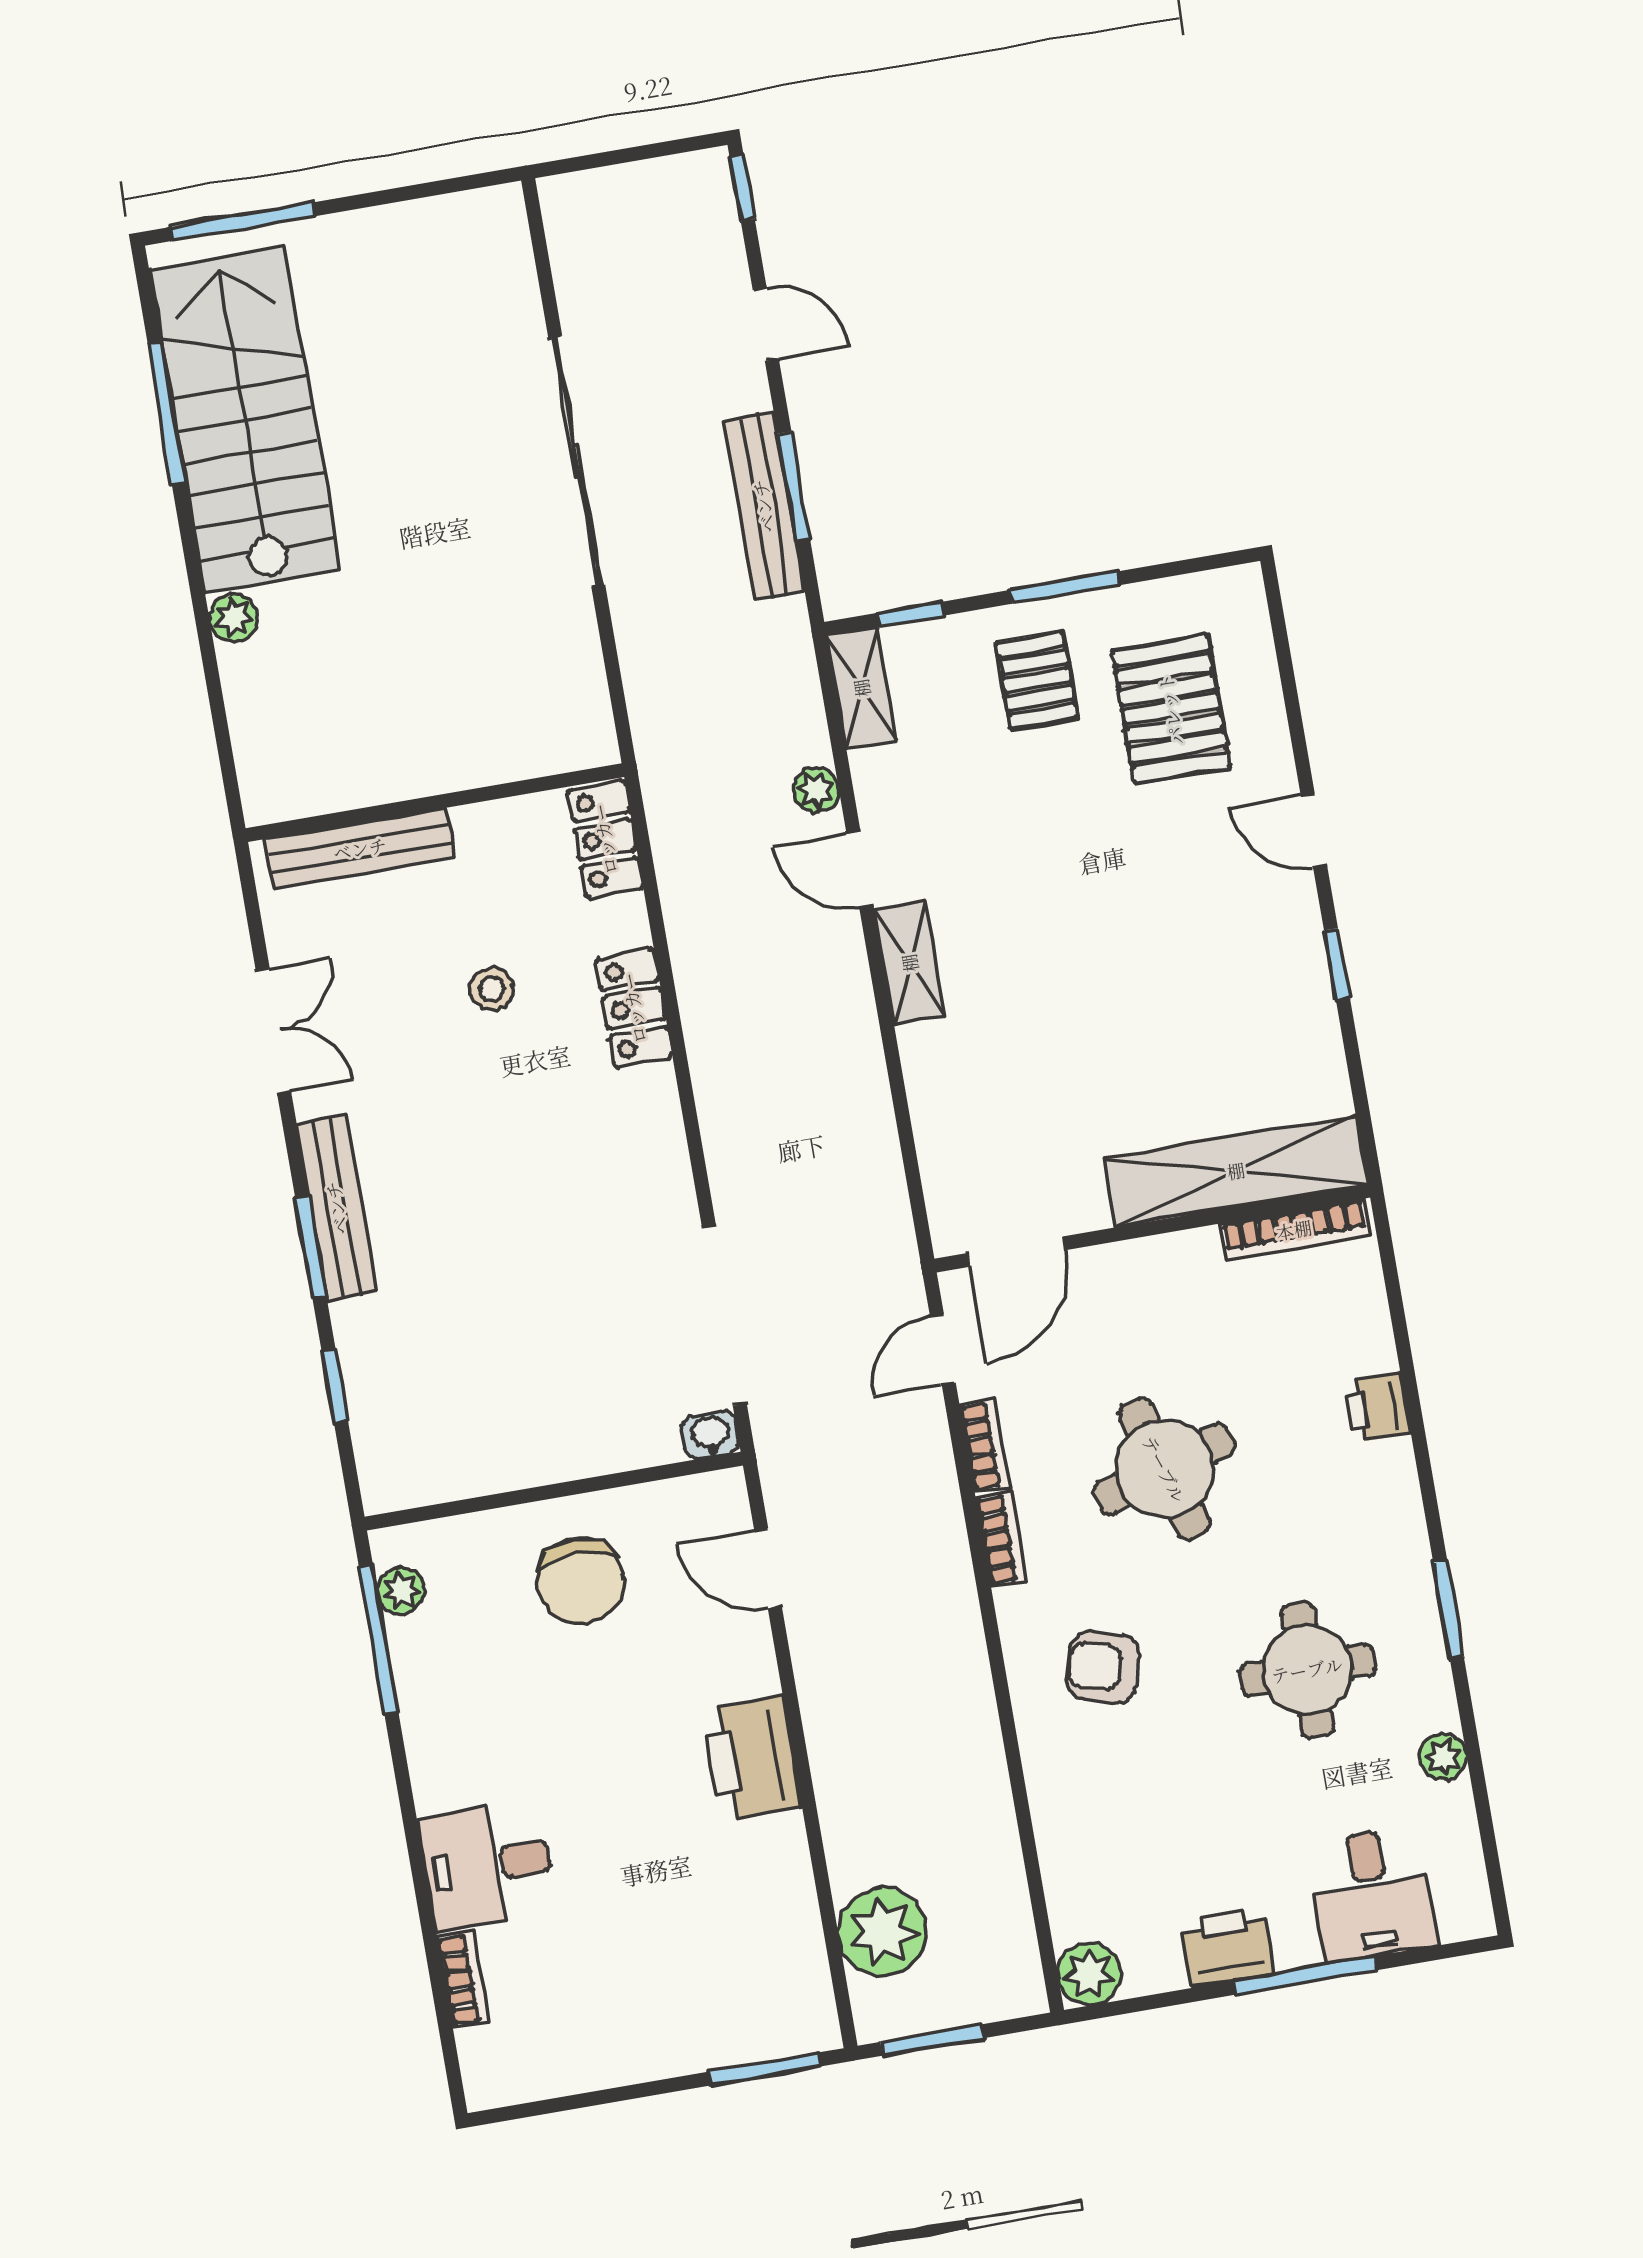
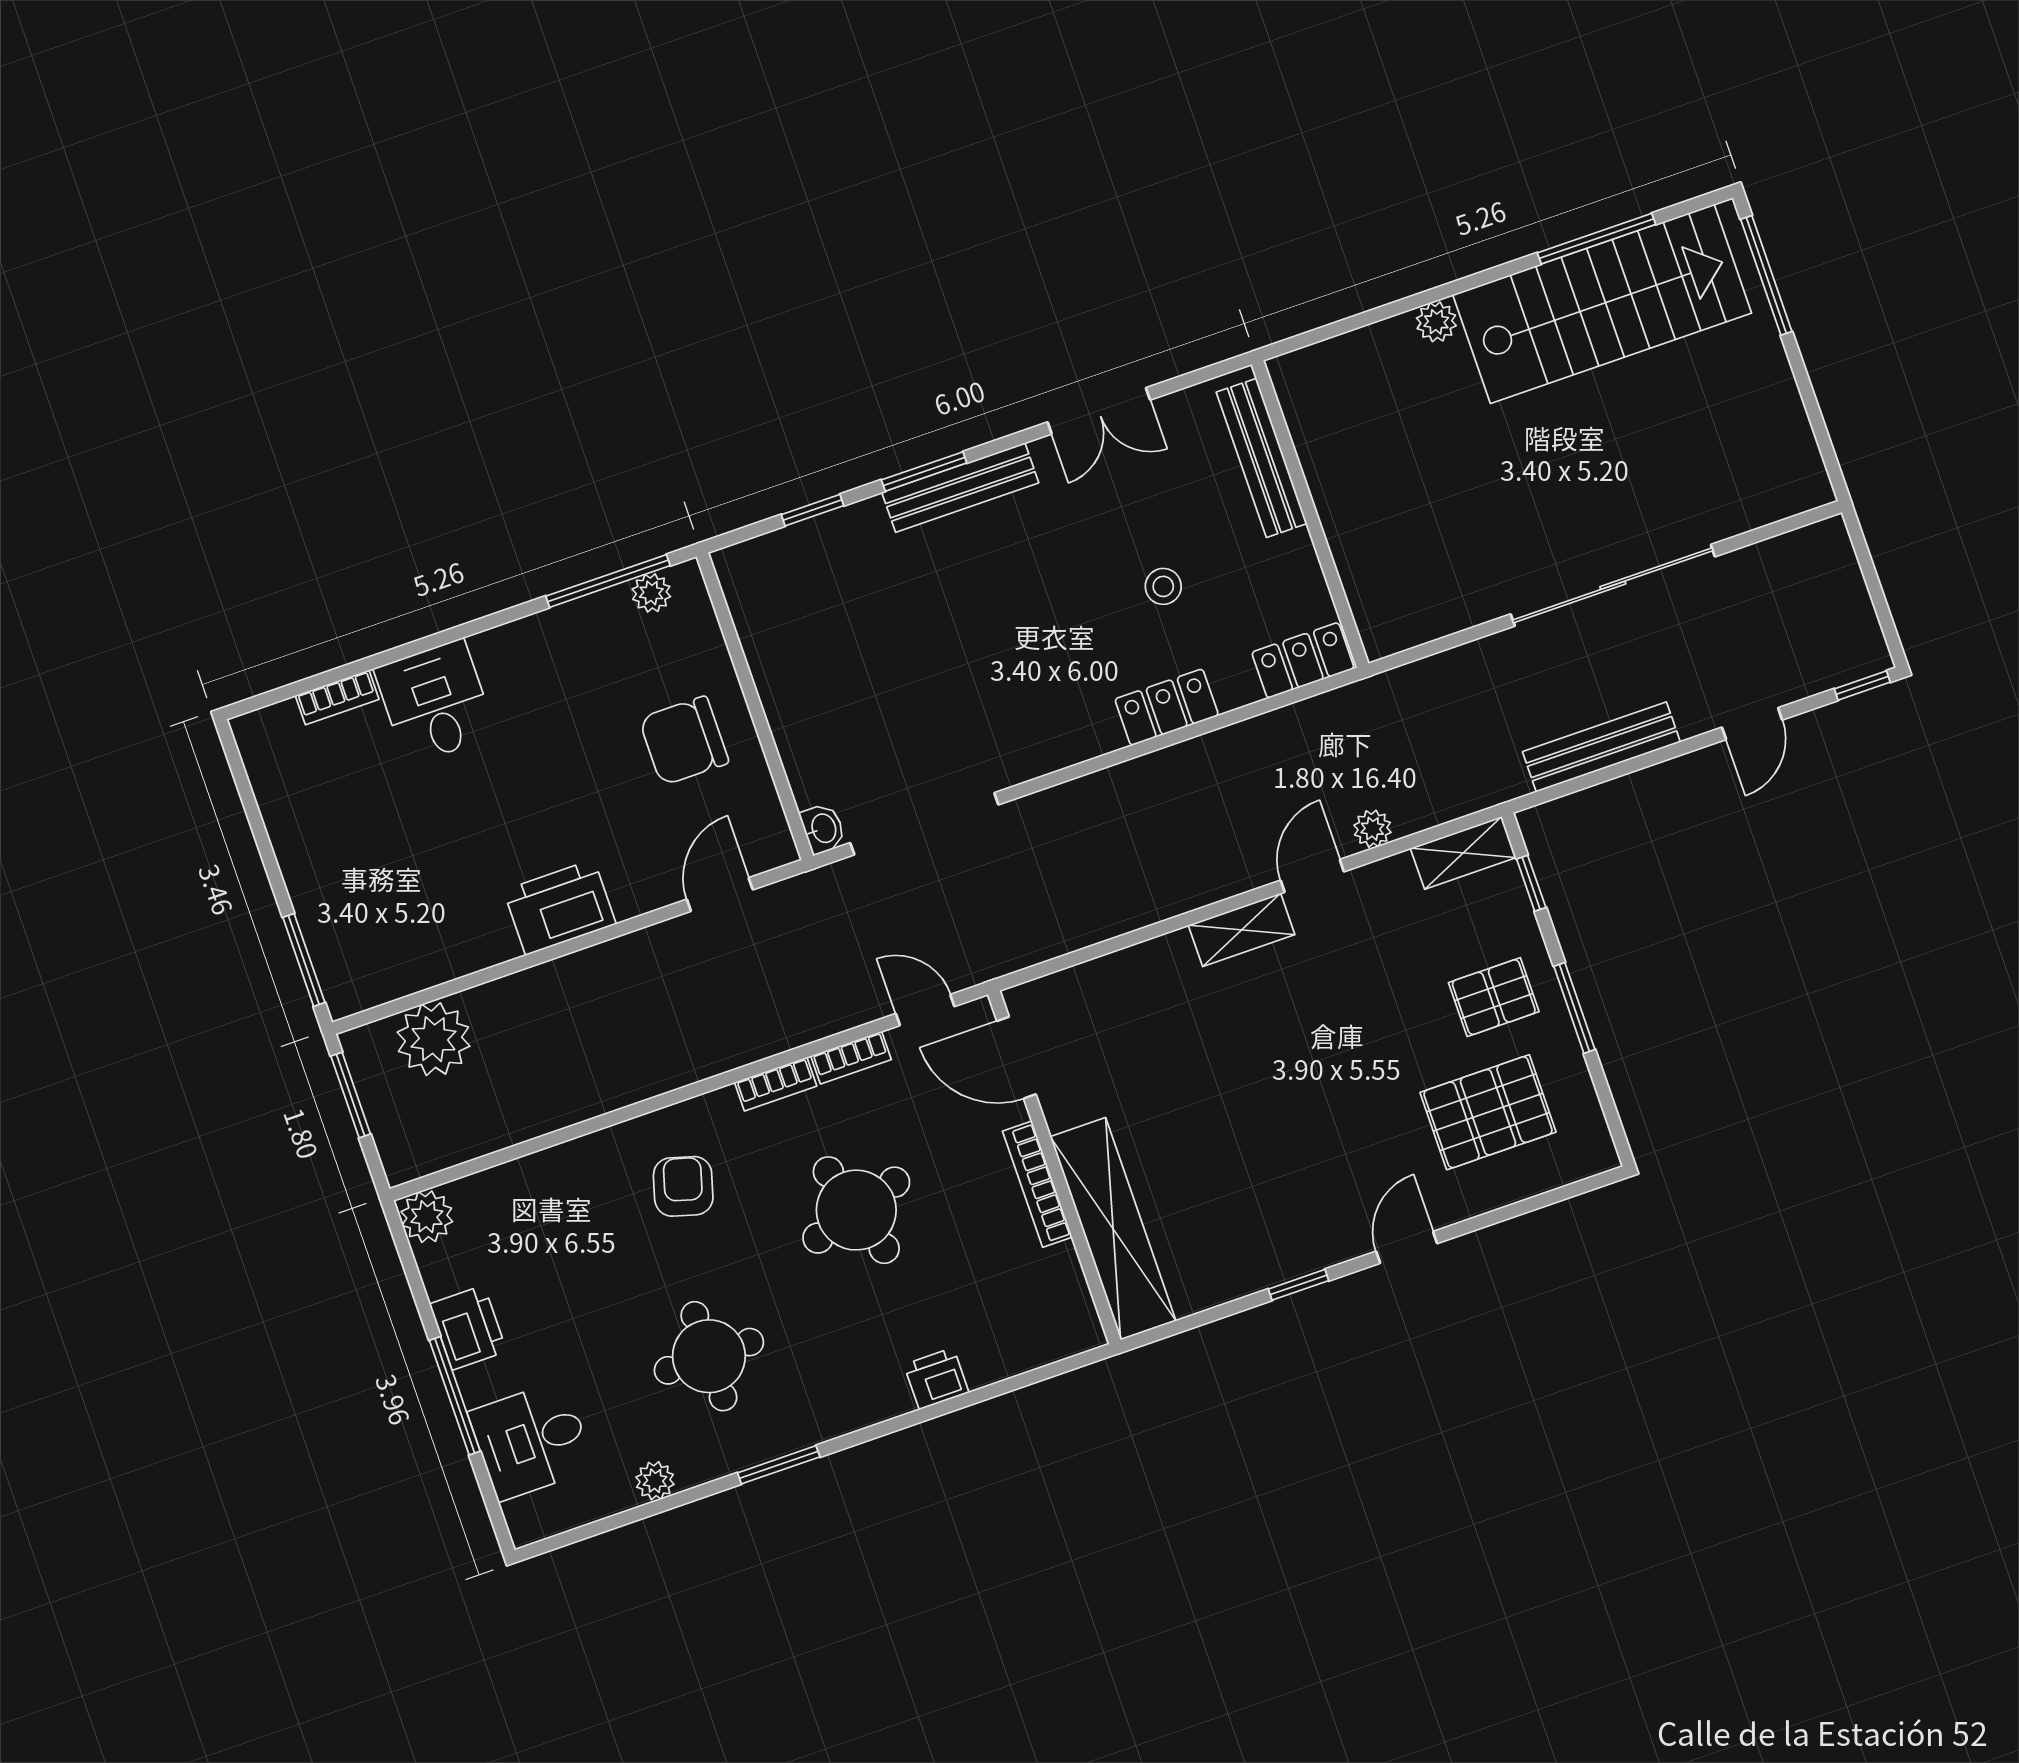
window: (794, 486) -> (1622, 769), removed
bookcase: (1294, 1230) -> (1037, 1184), moved

